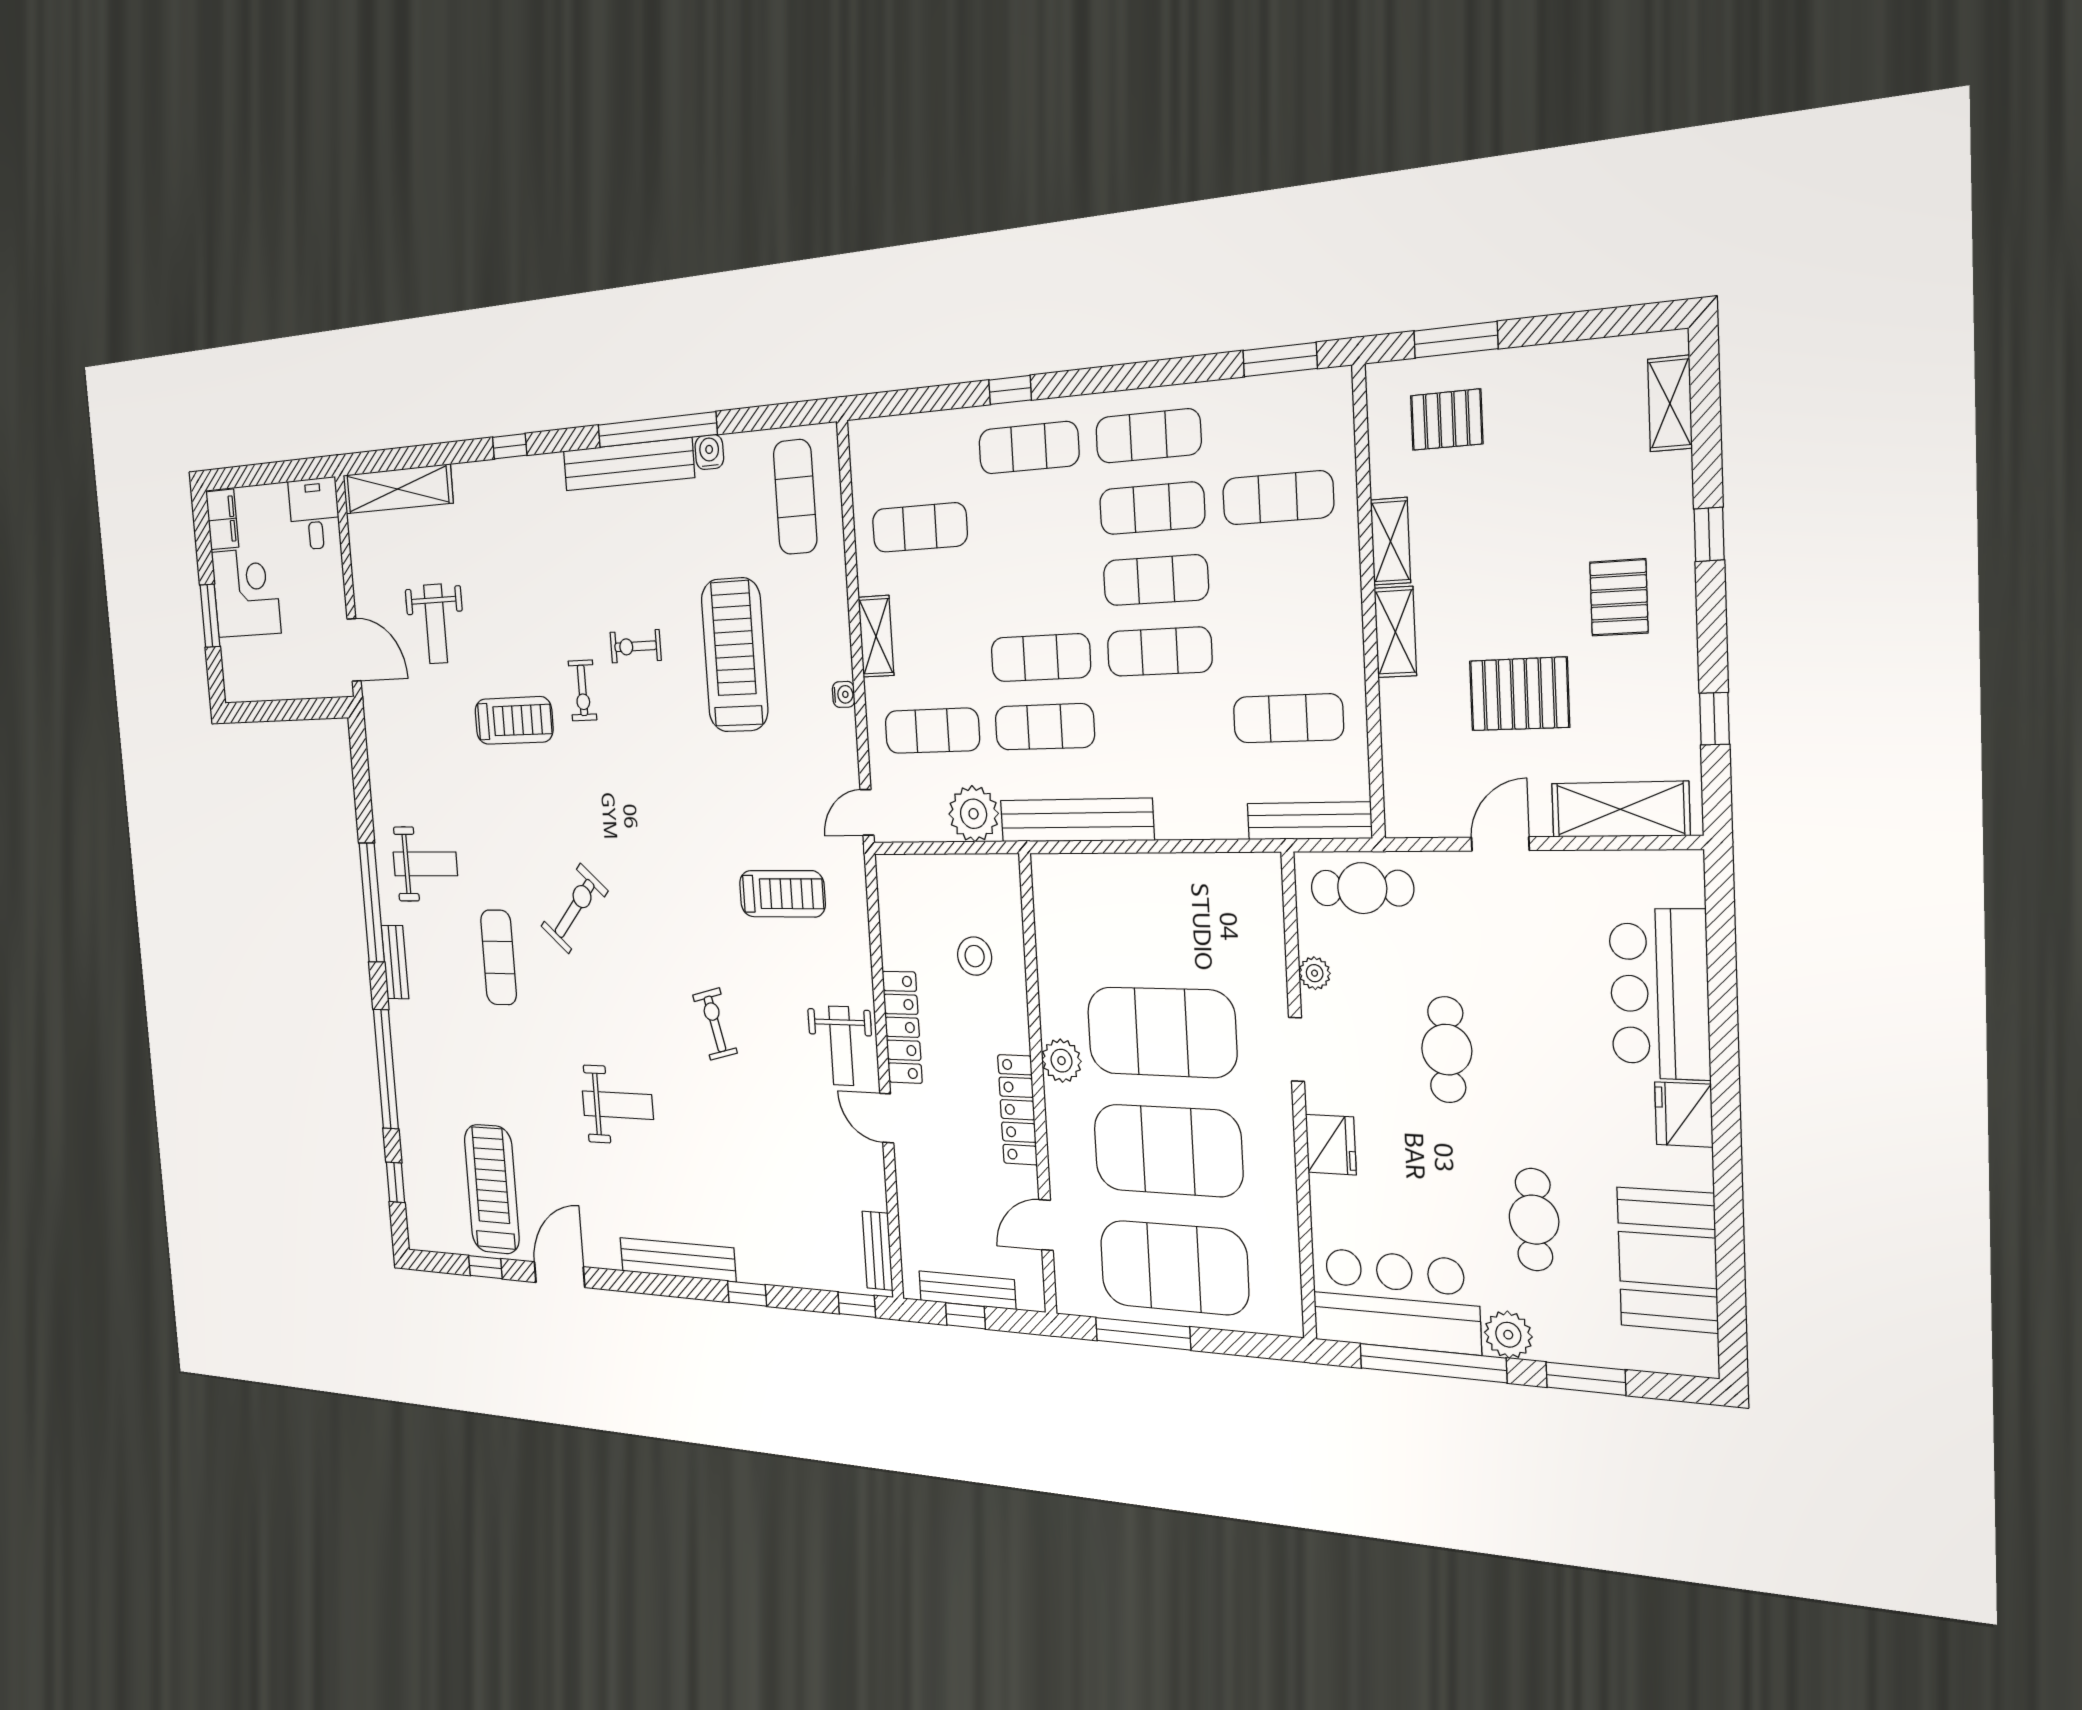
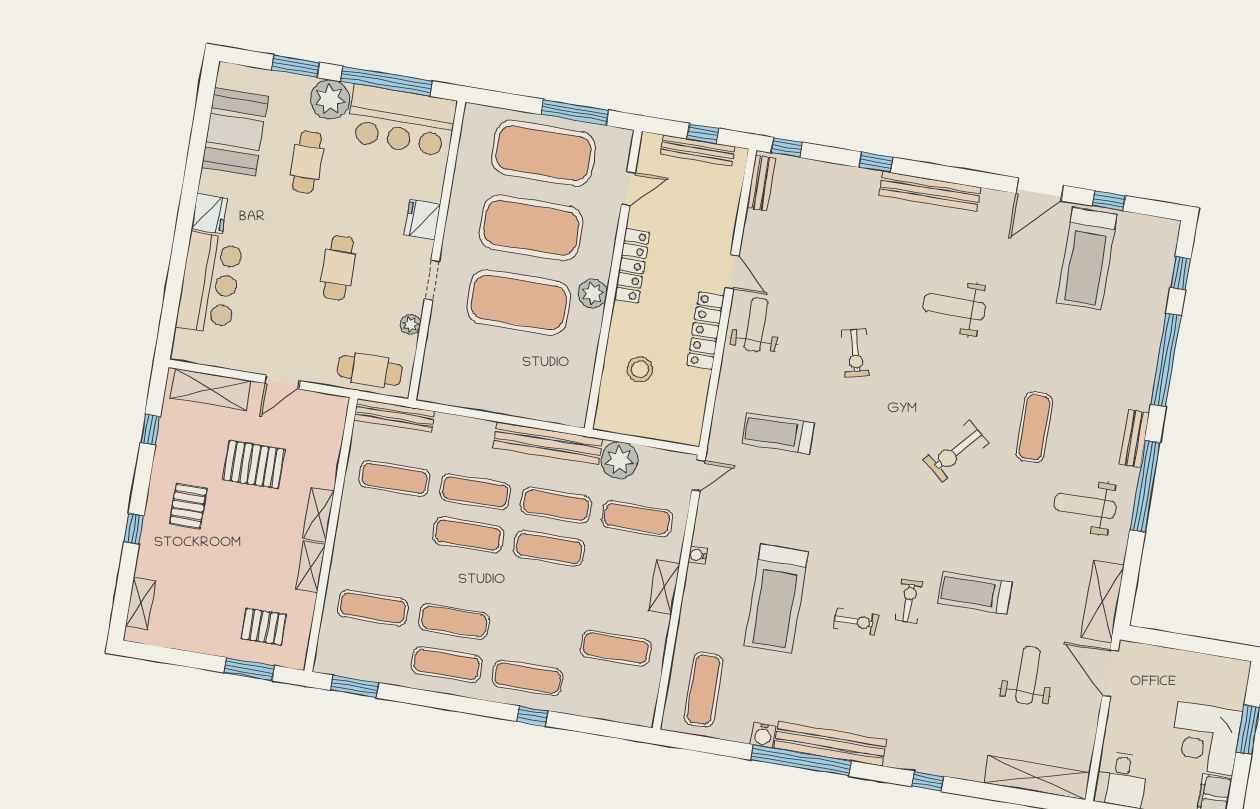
exercise mat: (1156, 580) -> (475, 492), moved
shelving: (381, 742) -> (1102, 602), added
plant: (1508, 1335) -> (330, 99), width x1.36, depth x1.36

